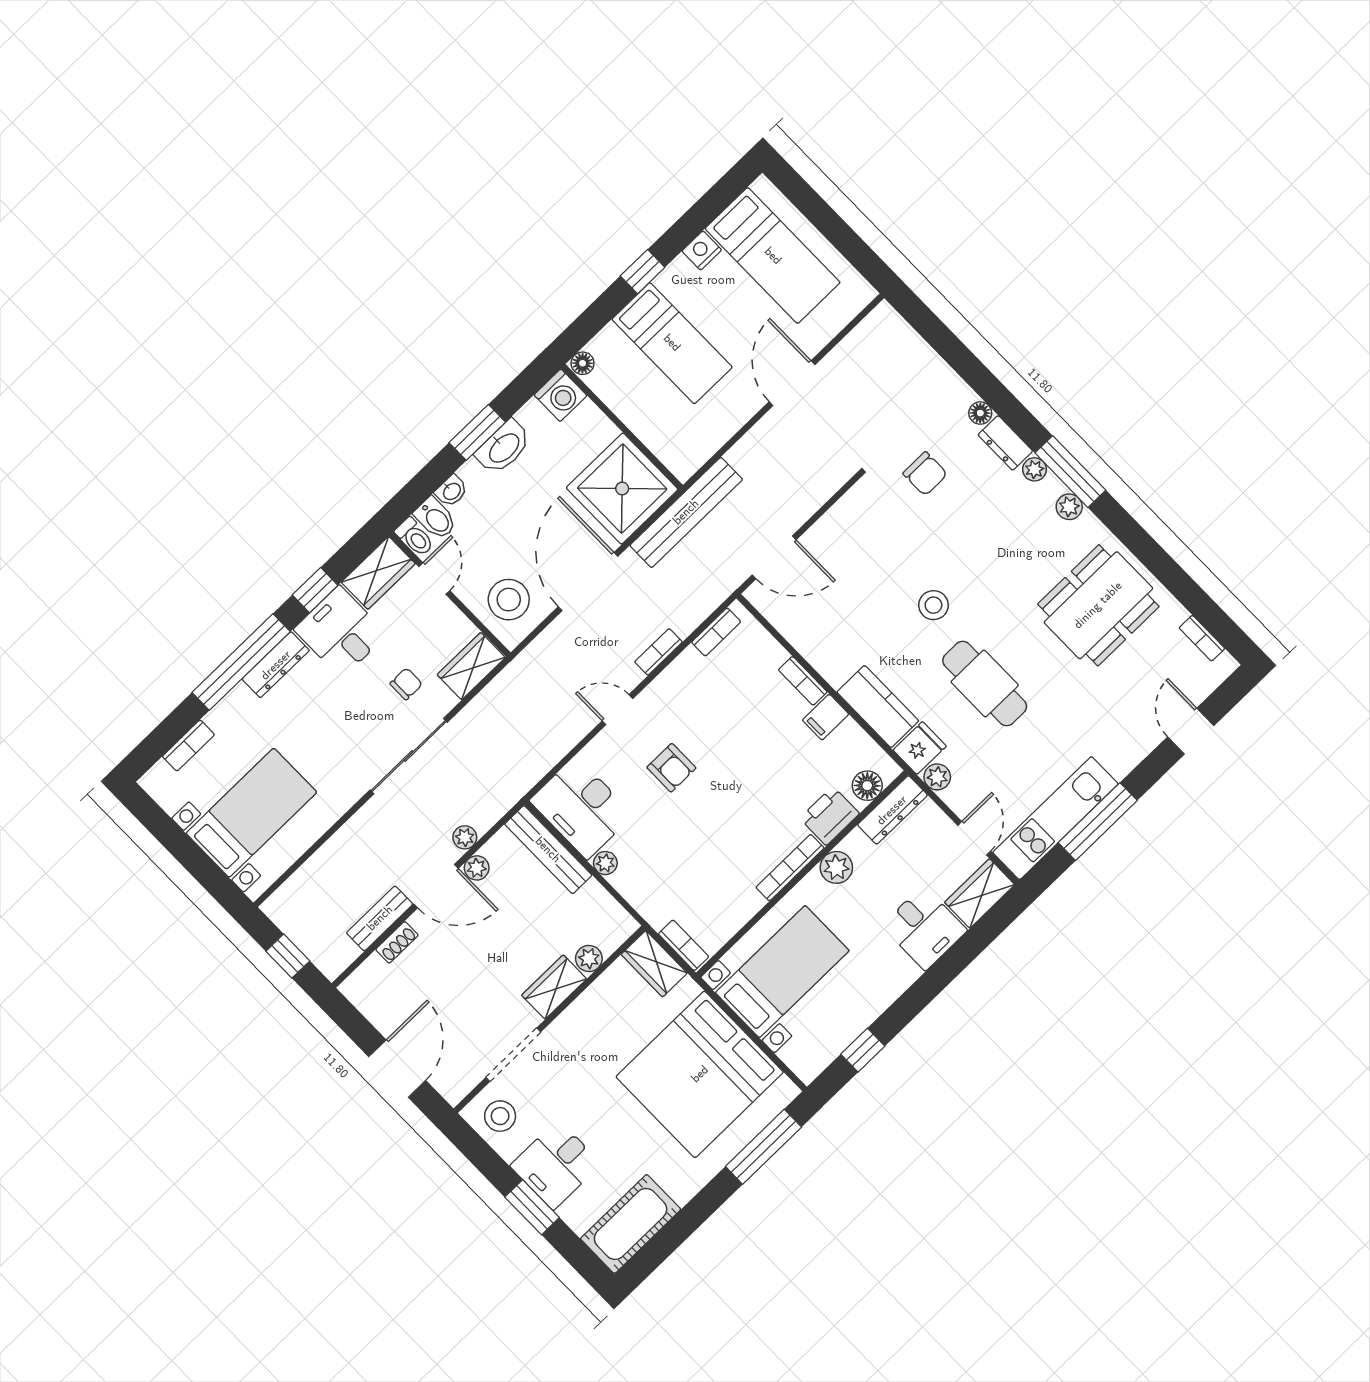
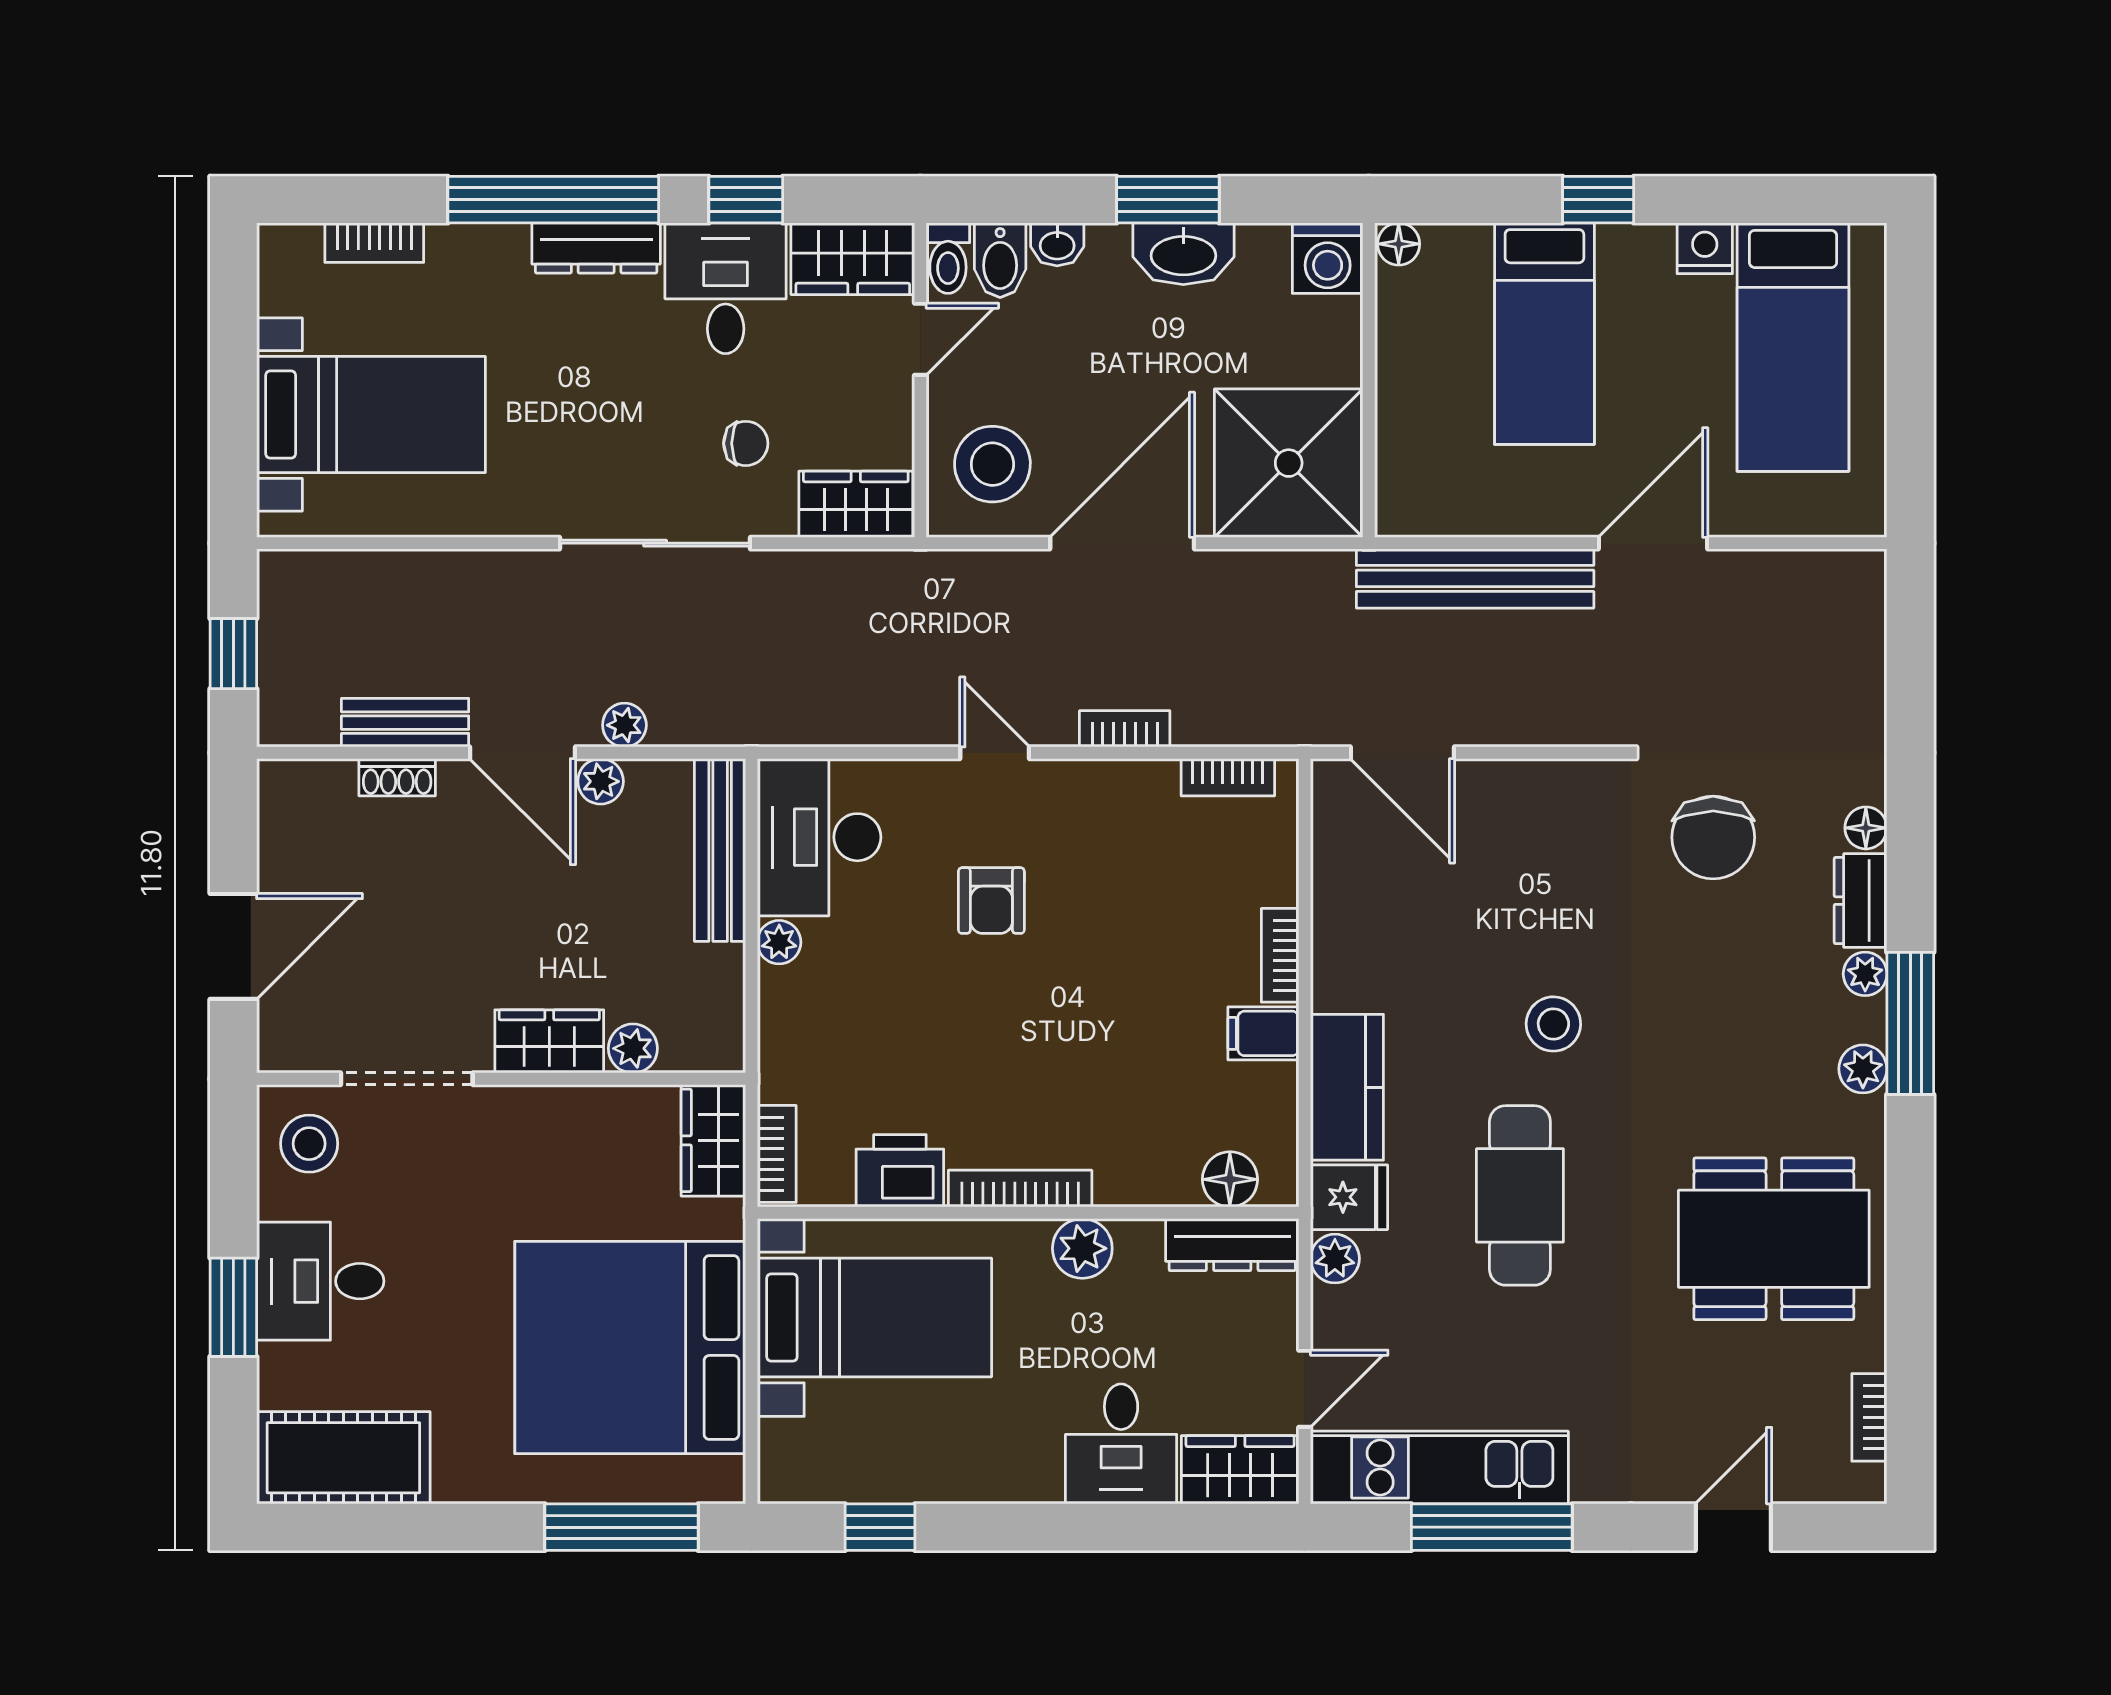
chair: (925, 474) -> (1713, 837), width x1.37, depth x1.37
bench: (686, 512) -> (1475, 578), moved
printer: (830, 816) -> (900, 1171), moved

